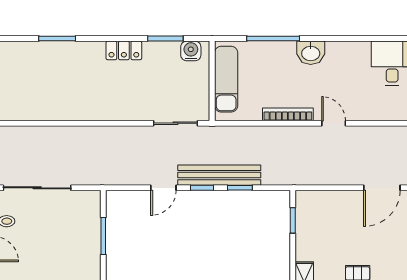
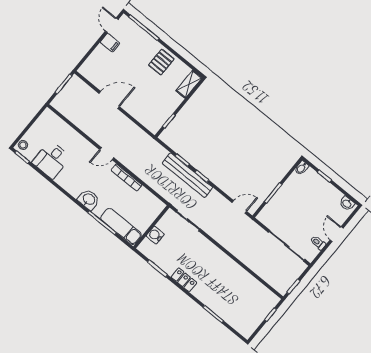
water cooler: (191, 51) -> (155, 235), moved, turned 90
exam couch: (226, 79) -> (121, 226), moved, turned 90
door: (334, 123) -> (107, 154), hinge flipped
door: (163, 188) -> (239, 207), moved

